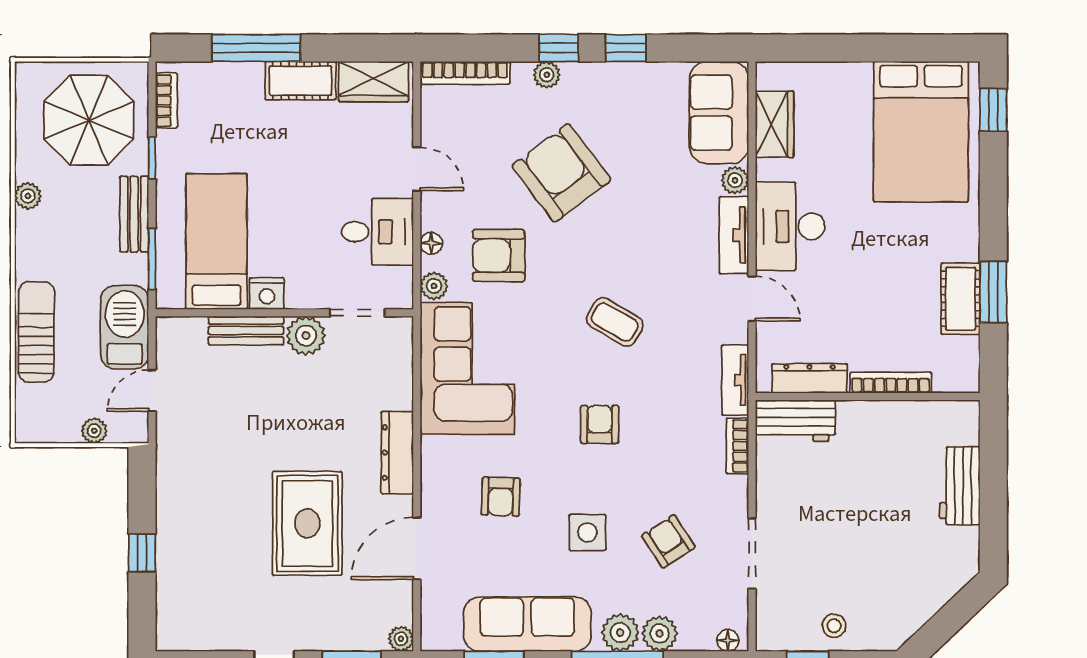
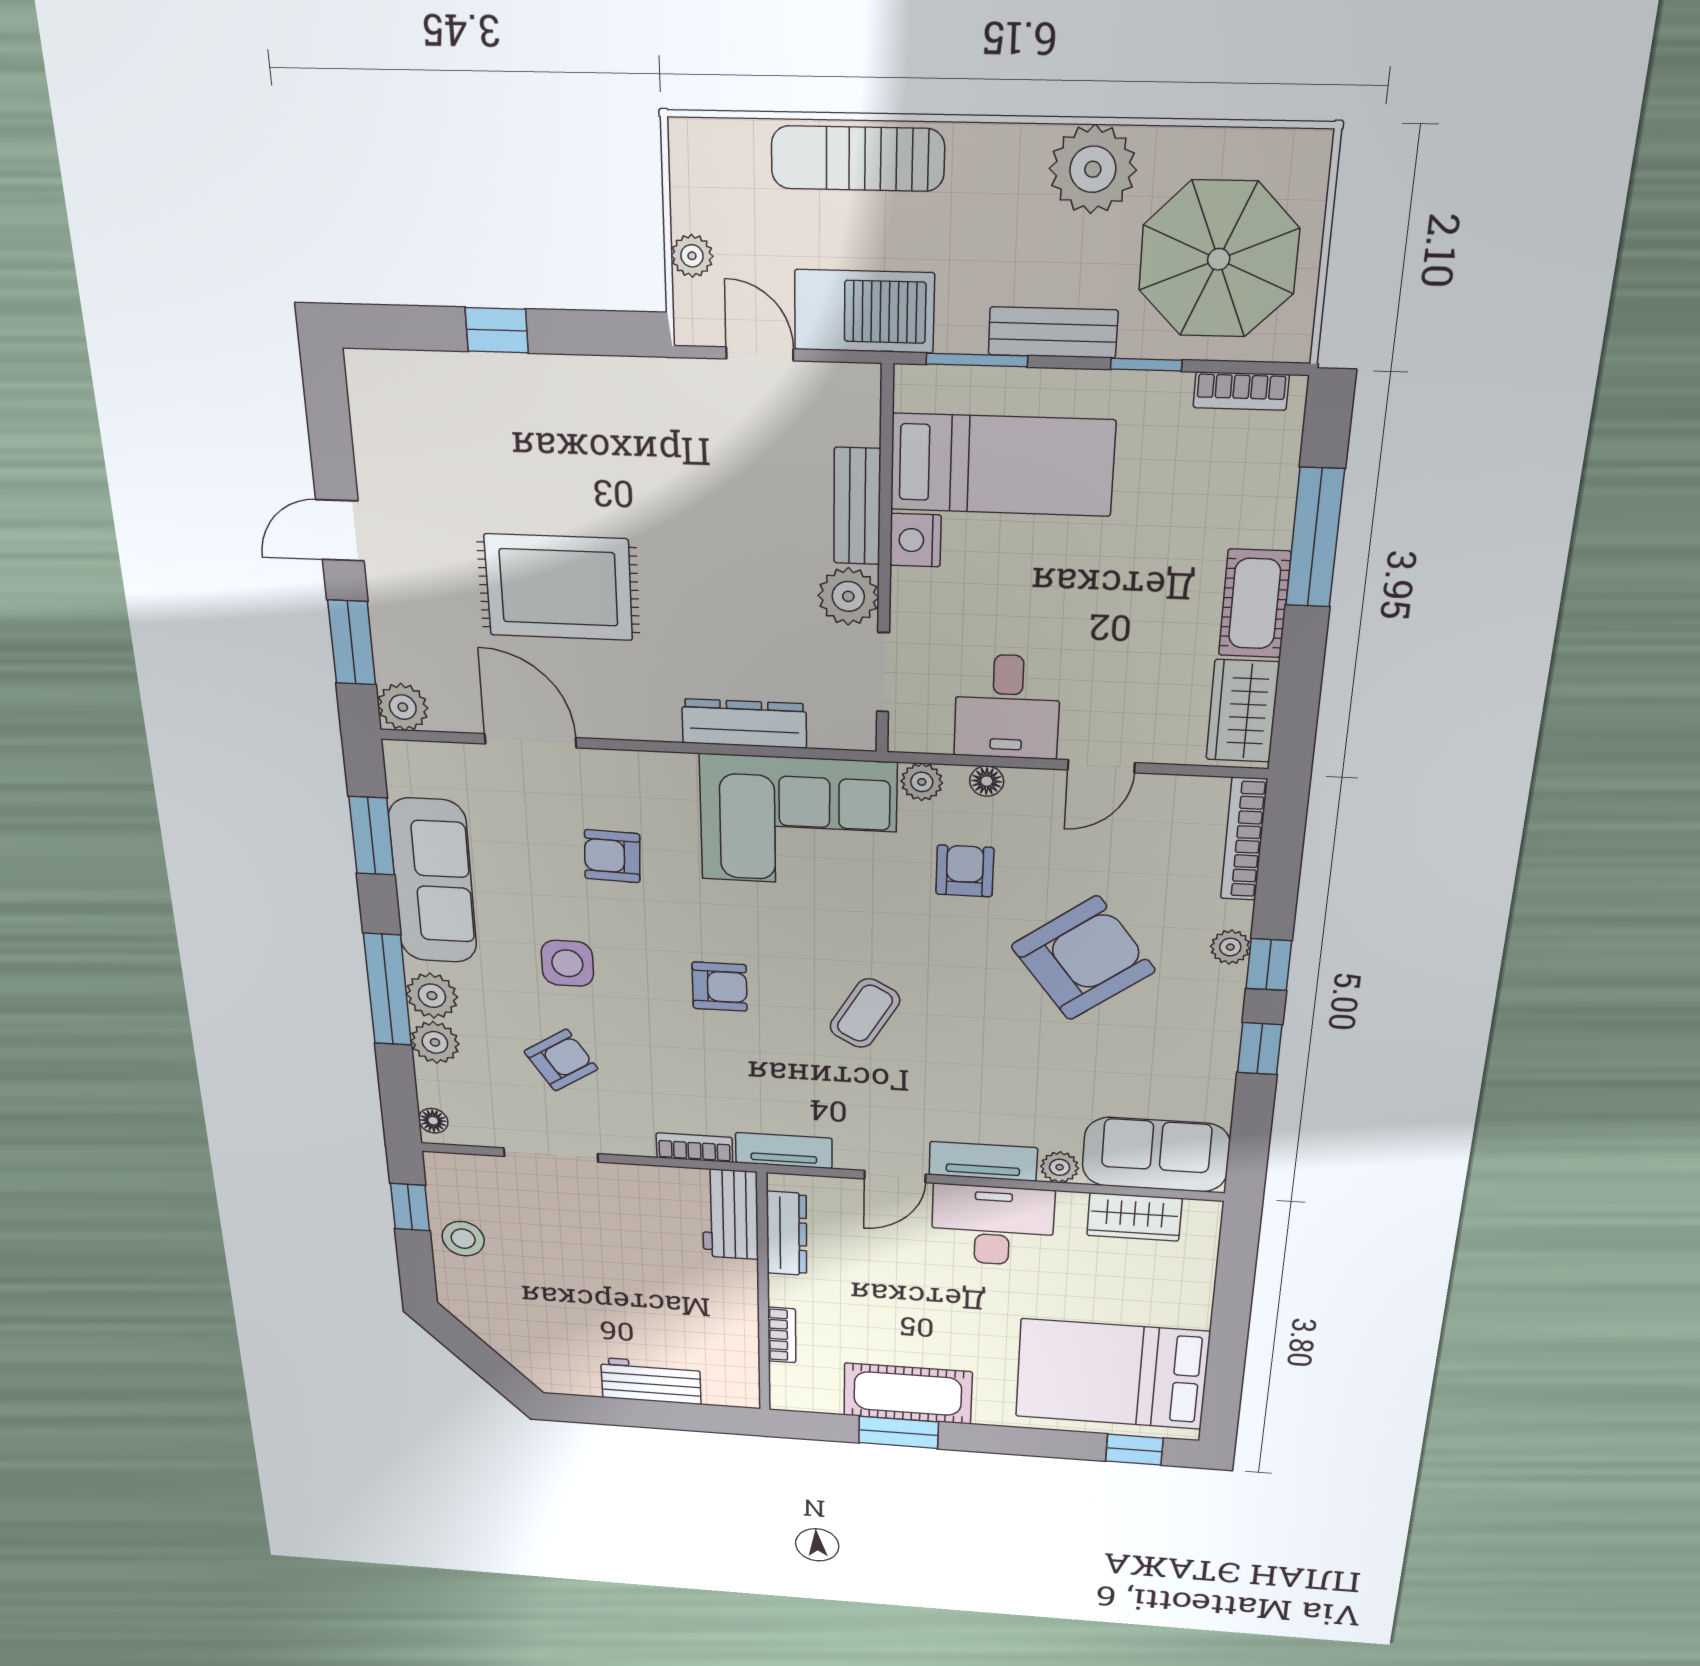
plant: (28, 196) -> (1093, 169), width x1.88, depth x1.88
armchair: (499, 256) -> (965, 871), width x0.72, depth x0.72
cot: (961, 299) -> (908, 1394), width x1.37, depth x1.34
sun lounger: (36, 332) -> (858, 159), turned 180
bookcase: (891, 383) -> (782, 1335), width x0.64
dresser: (397, 453) -> (744, 723), moved
stool: (834, 626) -> (463, 1239), width x1.37, depth x1.37
plant: (401, 639) -> (403, 707), width x1.38, depth x1.38

